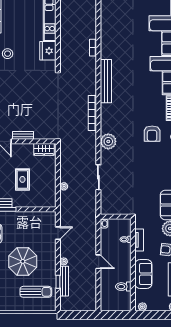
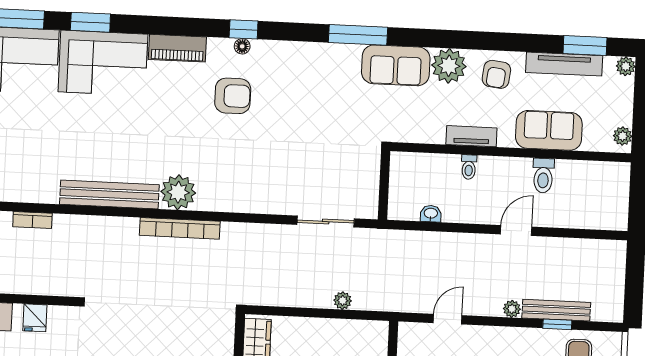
fridge: (48, 51) -> (35, 318), width x0.53, depth x0.75
plant: (108, 141) -> (178, 192), moved
wall: (116, 217) -> (384, 185), moved
door: (58, 233) -> (448, 319), hinge flipped
toilet: (123, 287) -> (543, 176), moved

